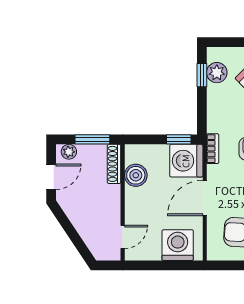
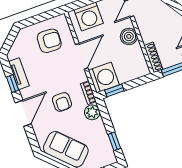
plant: (217, 73) -> (92, 112), moved
boiler: (136, 175) -> (129, 36), moved

